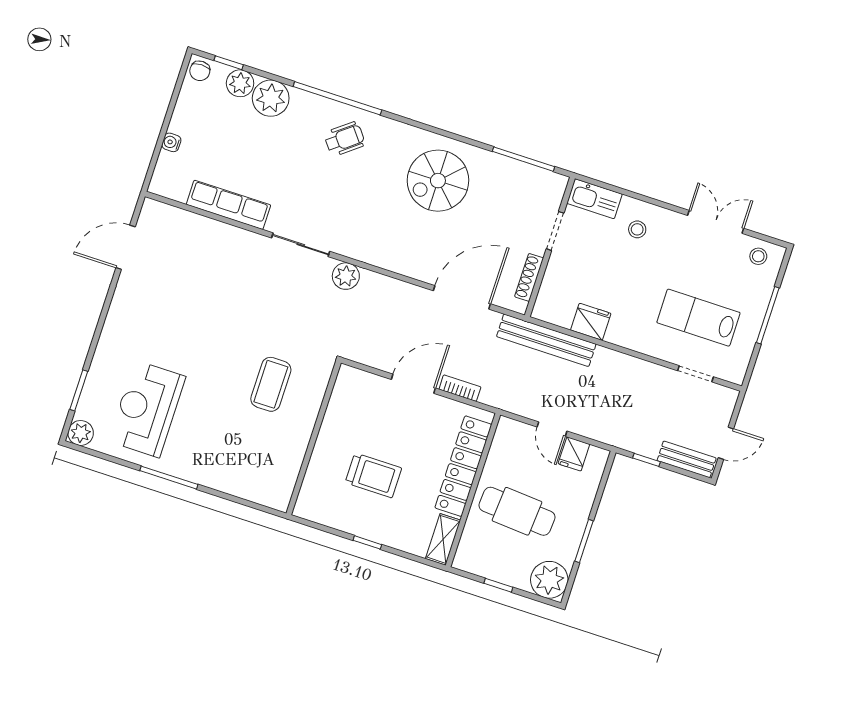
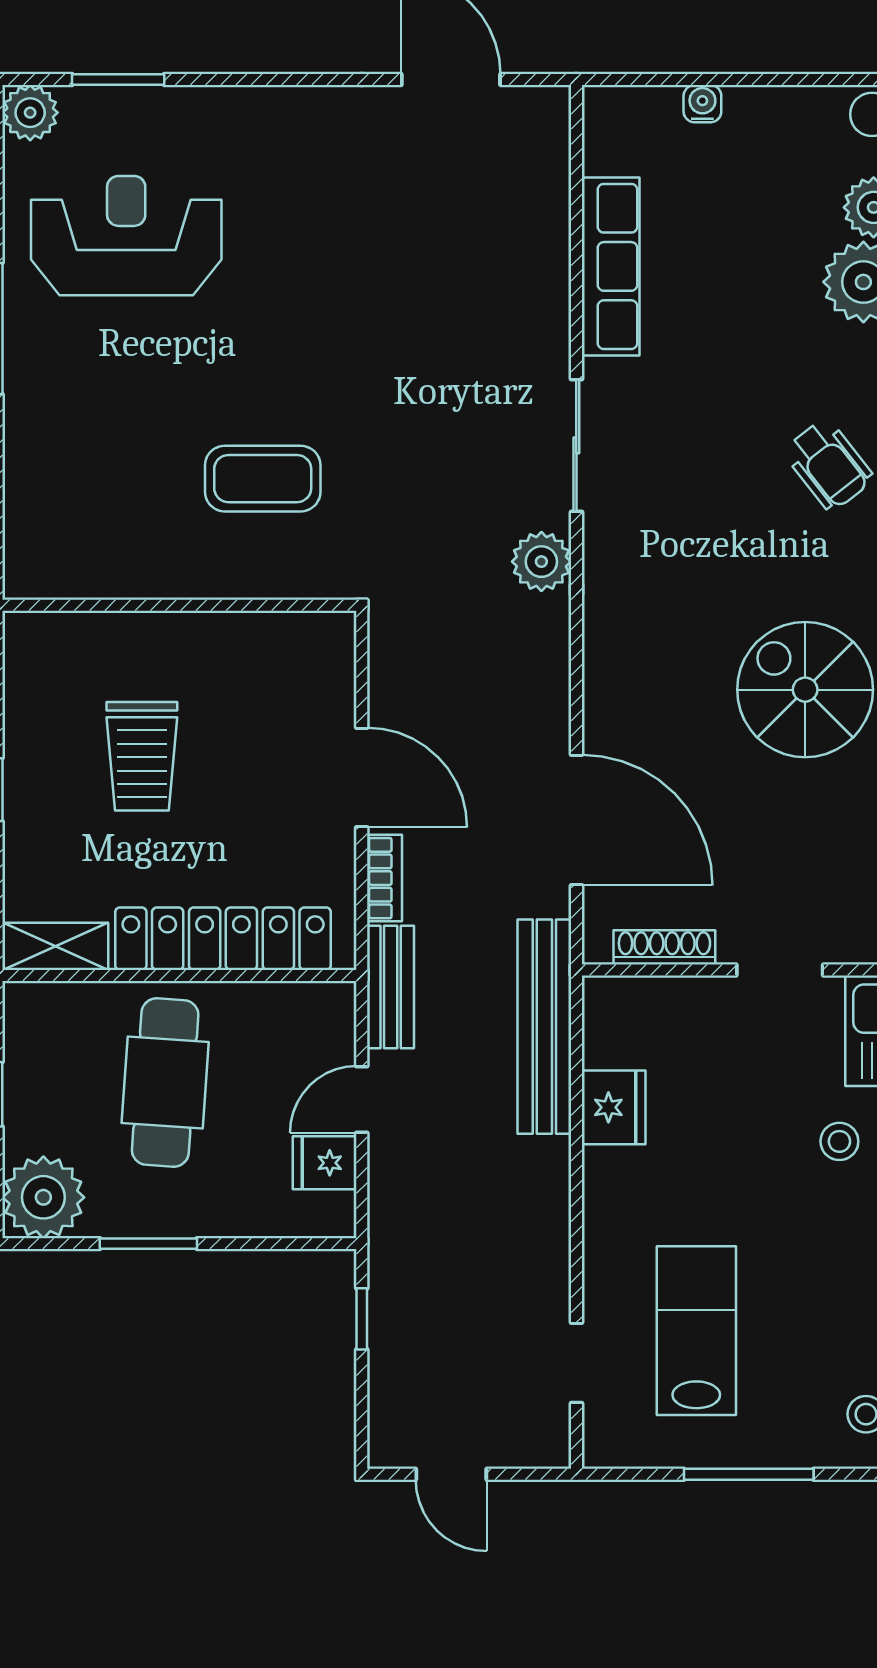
bench: (687, 459) -> (391, 987), moved

